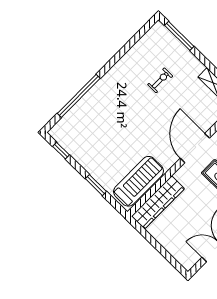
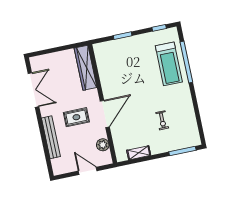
door: (195, 148) -> (105, 114), hinge flipped
treadmill: (139, 181) -> (169, 64), moved

